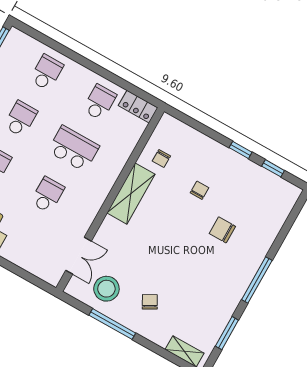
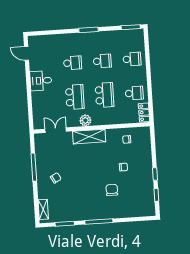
shelving: (131, 194) -> (89, 137), moved
school desk: (48, 195) -> (75, 97), width x1.85
plant: (93, 202) -> (85, 120), added
double door: (78, 256) -> (56, 130), swing flipped
stool: (106, 289) -> (49, 153), removed

